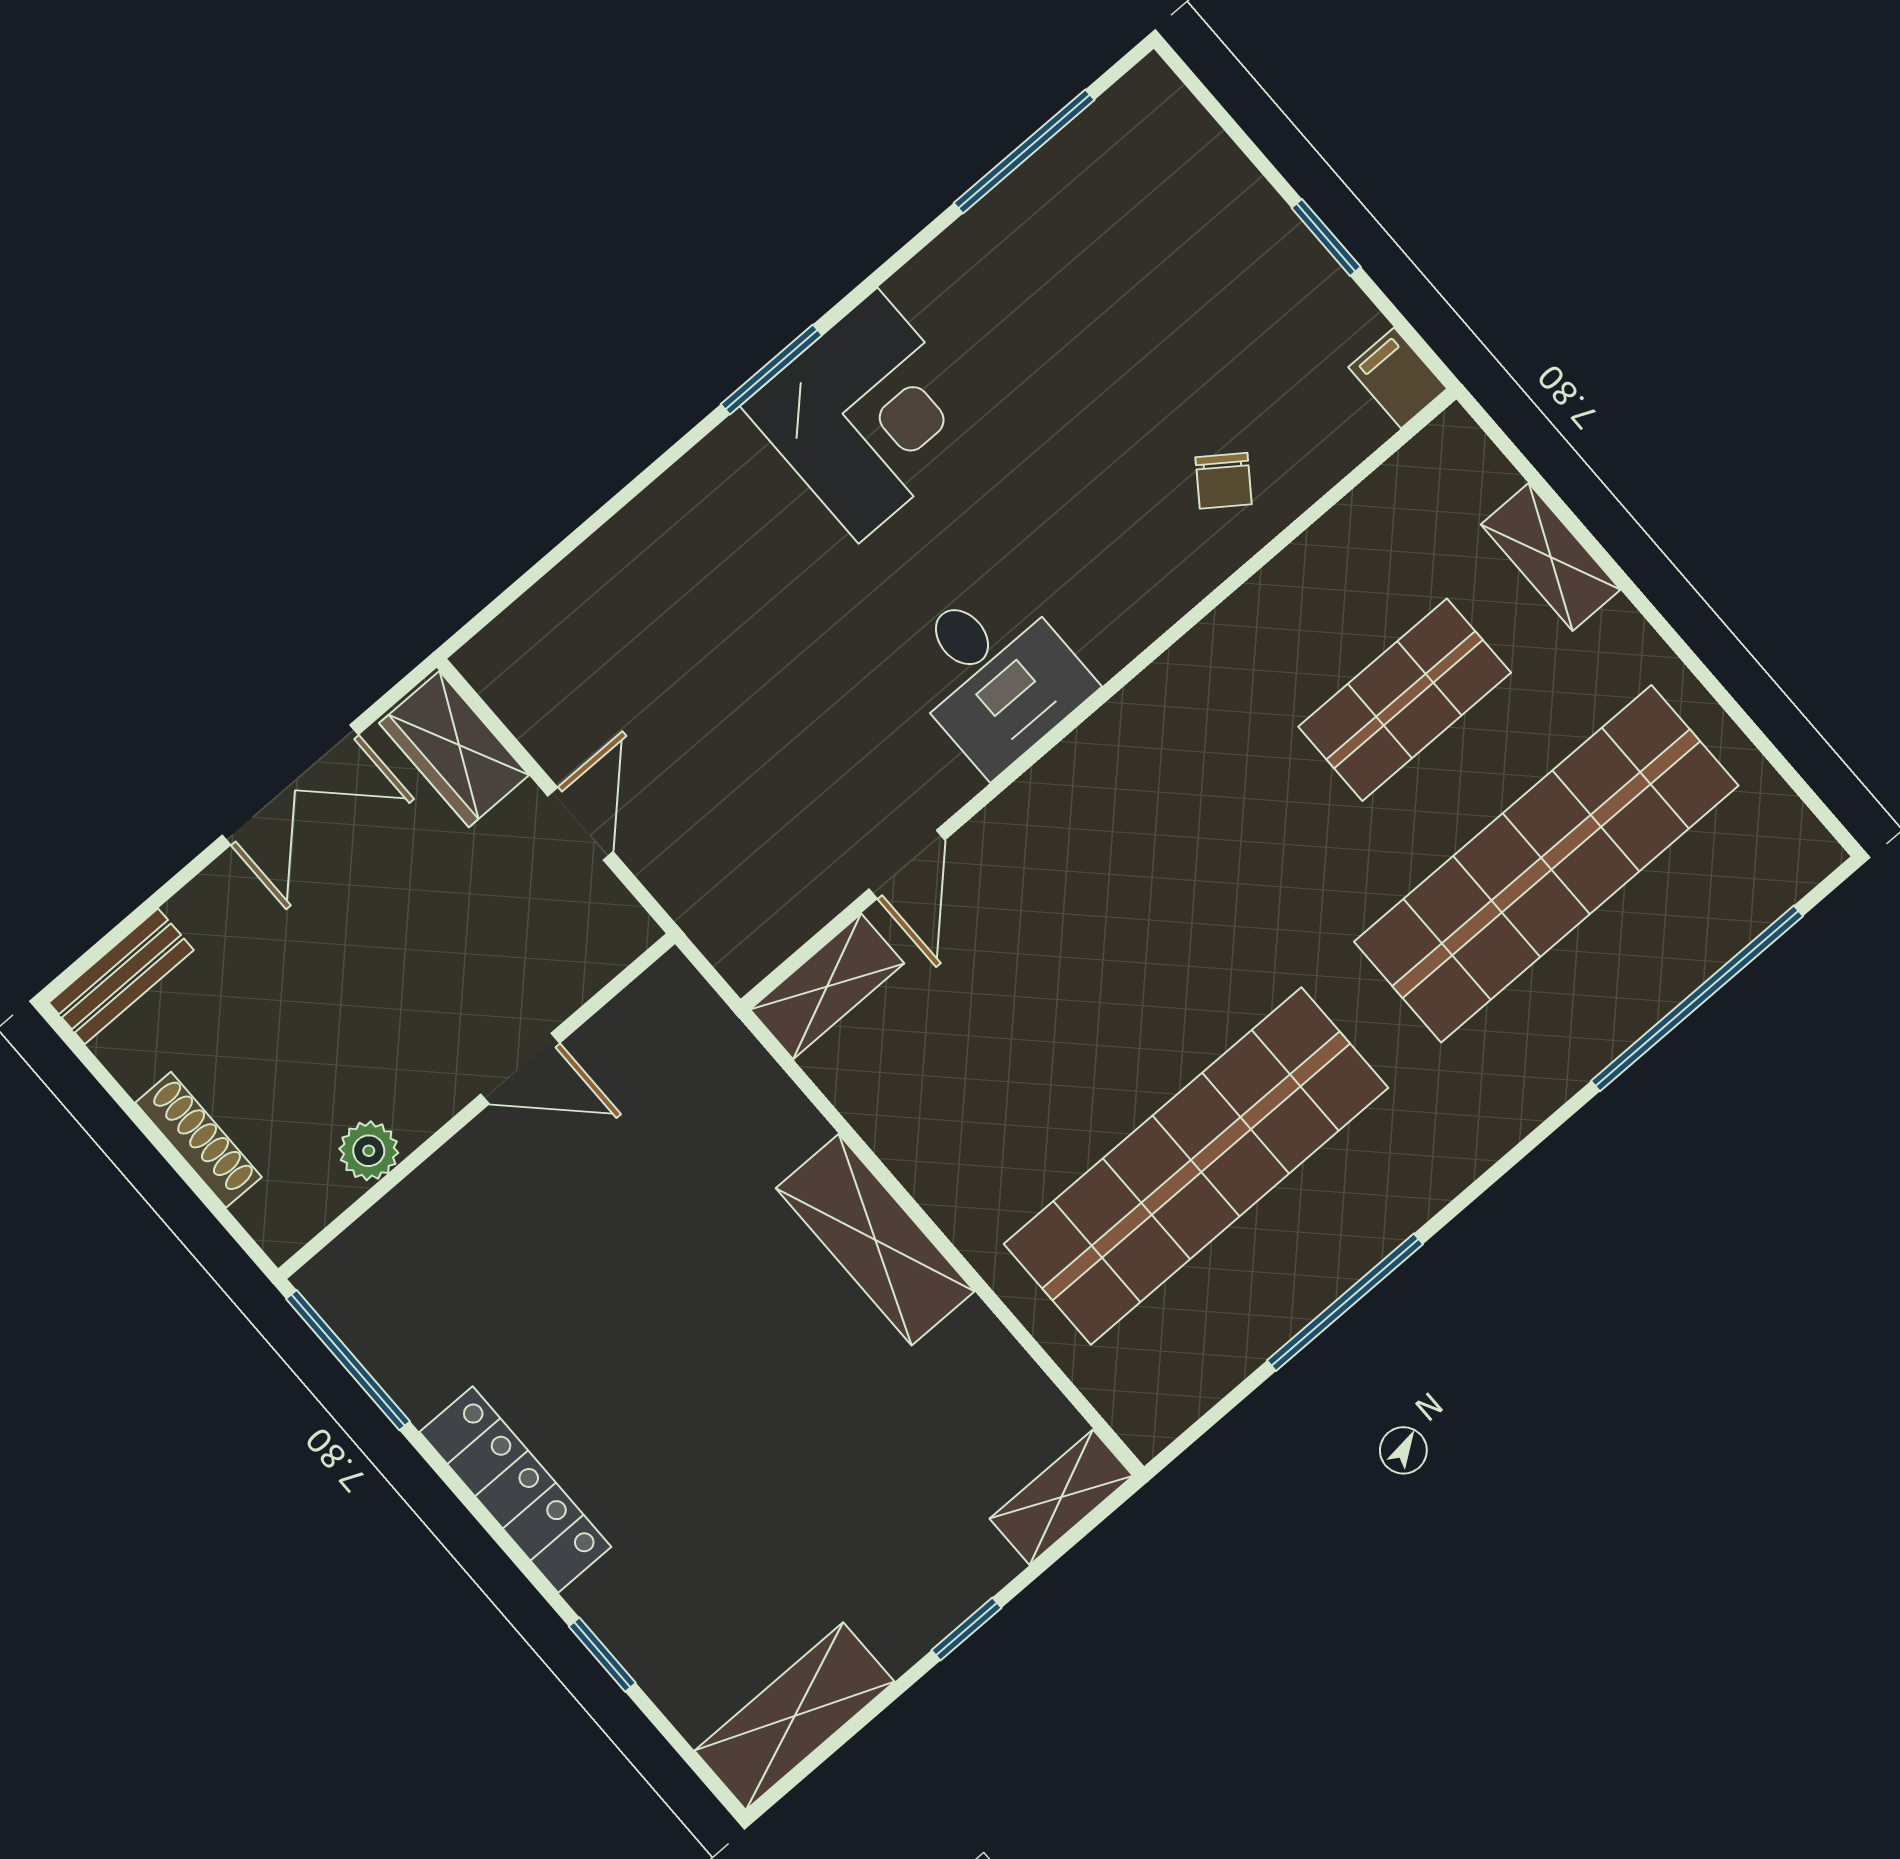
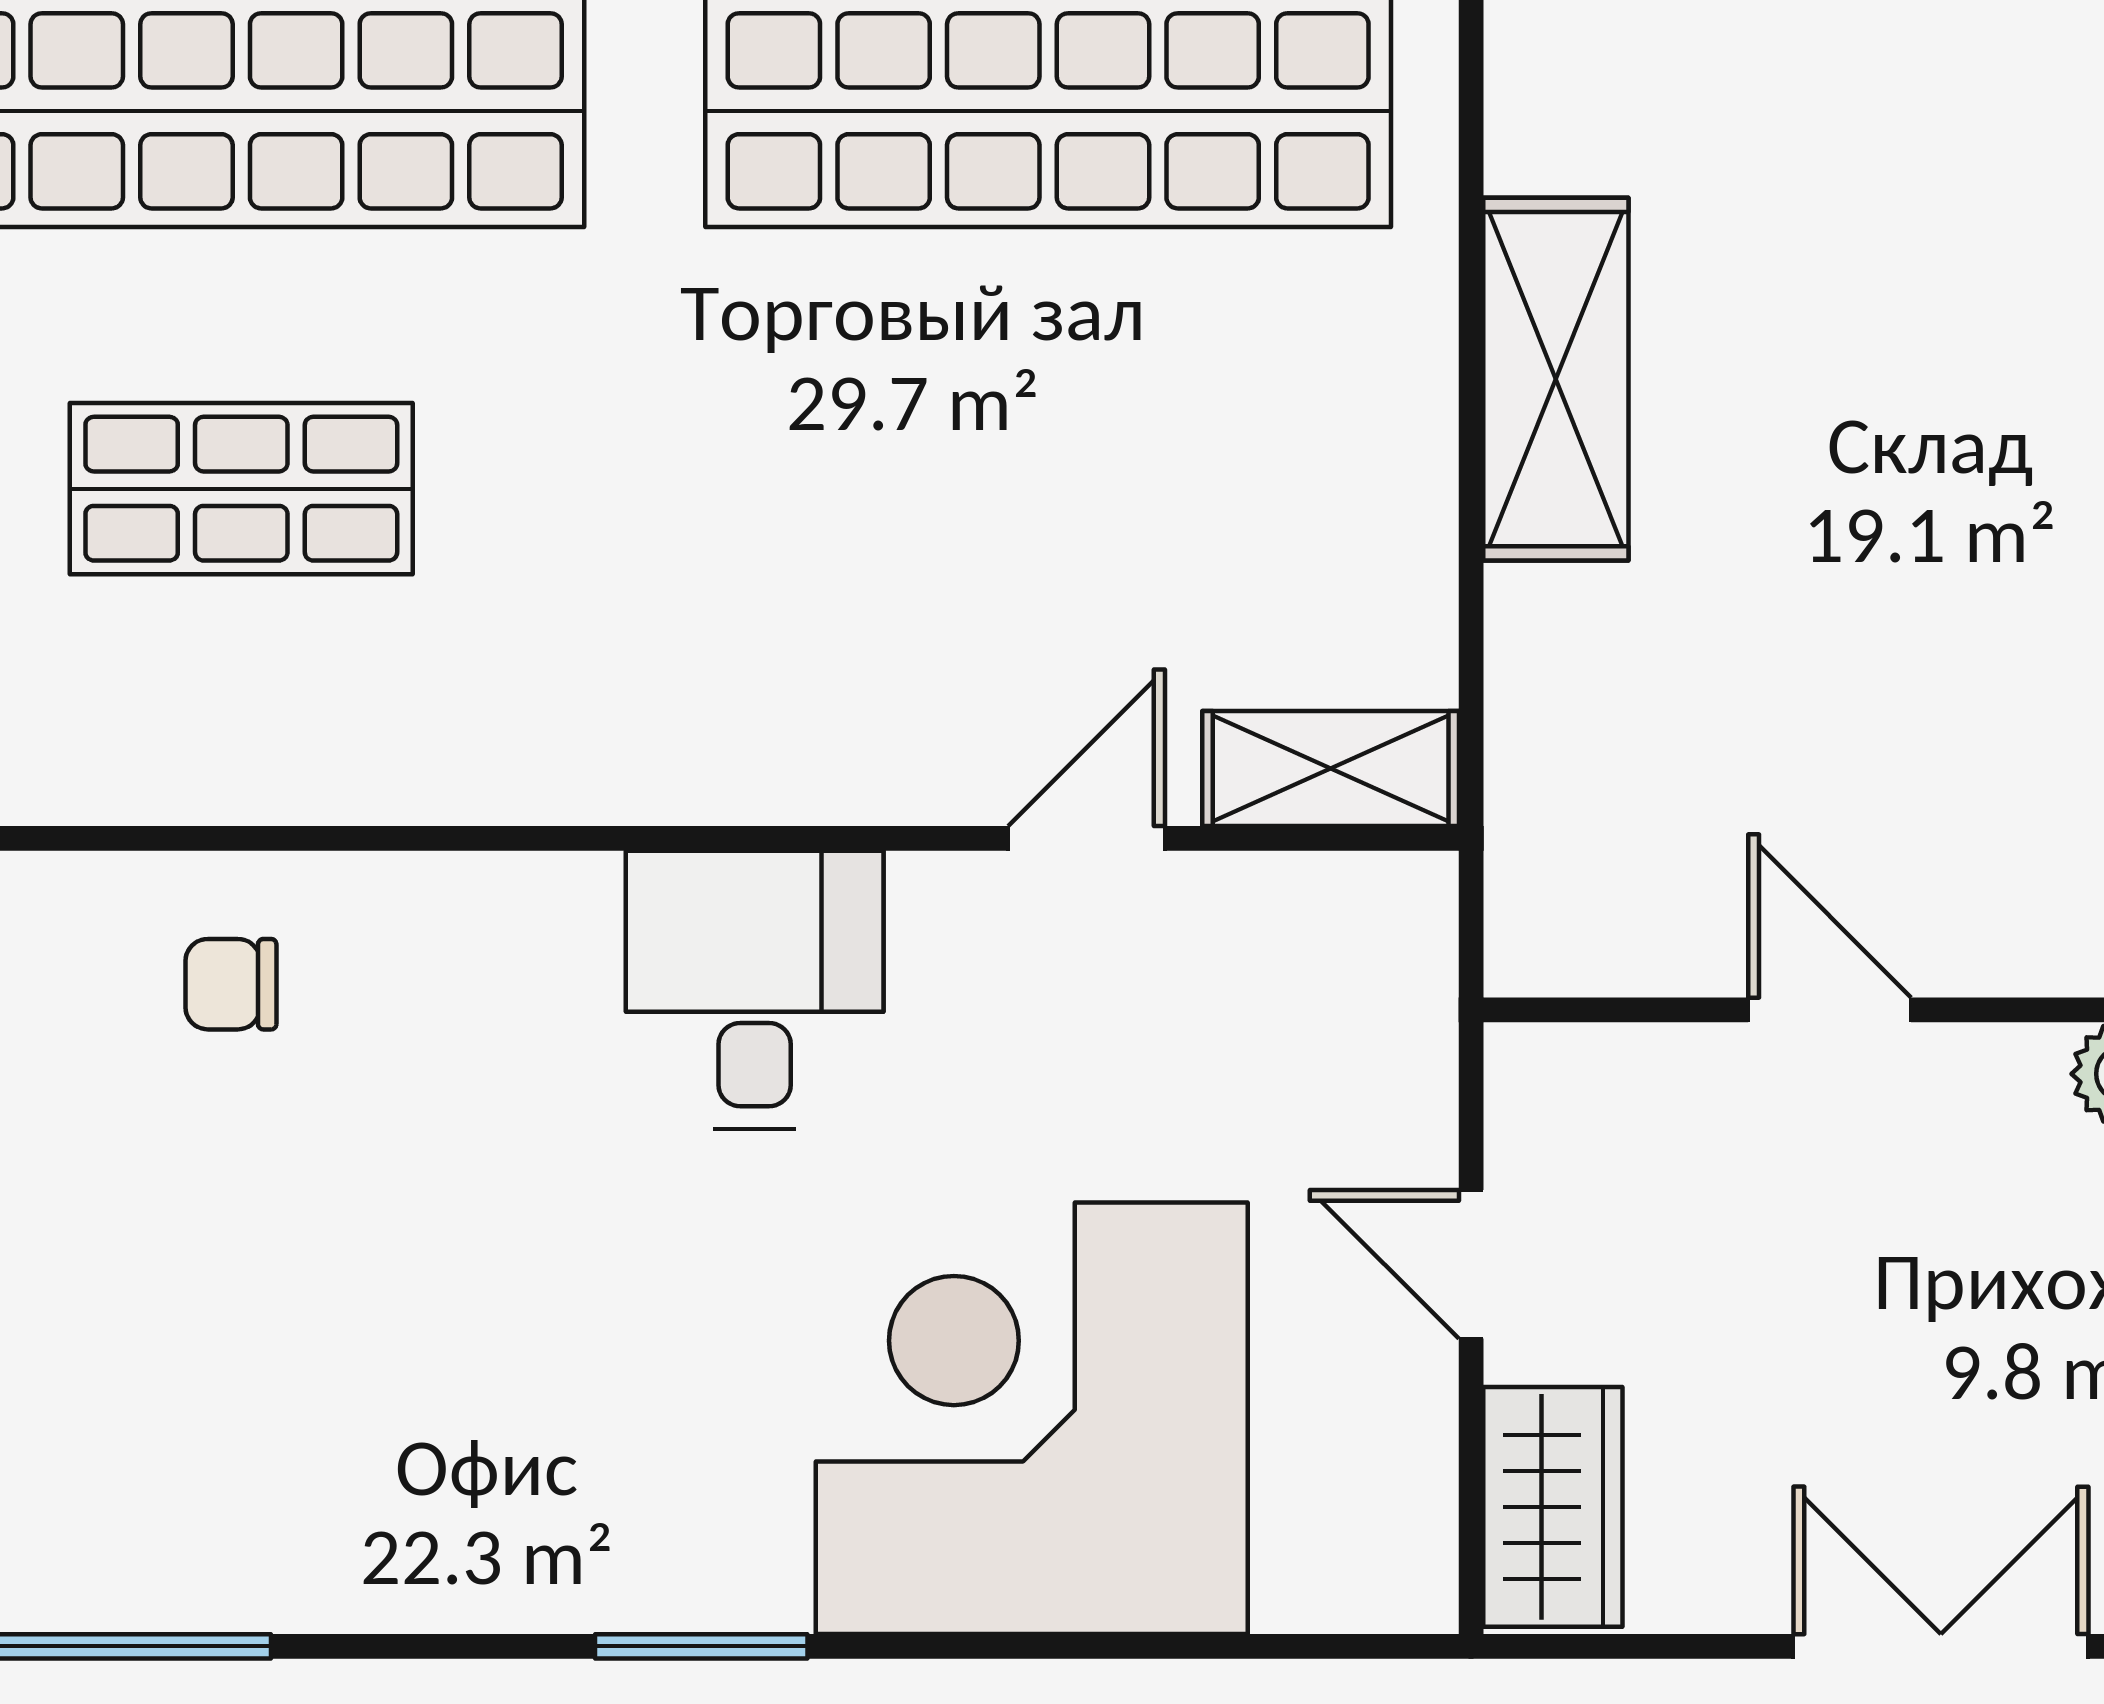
corner desk: (868, 416) -> (1032, 1418), moved, width x1.36, depth x1.36
chair: (1224, 481) -> (231, 984), turned -126
double door: (290, 785) -> (1941, 1646), moved
door: (580, 824) -> (1471, 1264), hinge flipped

